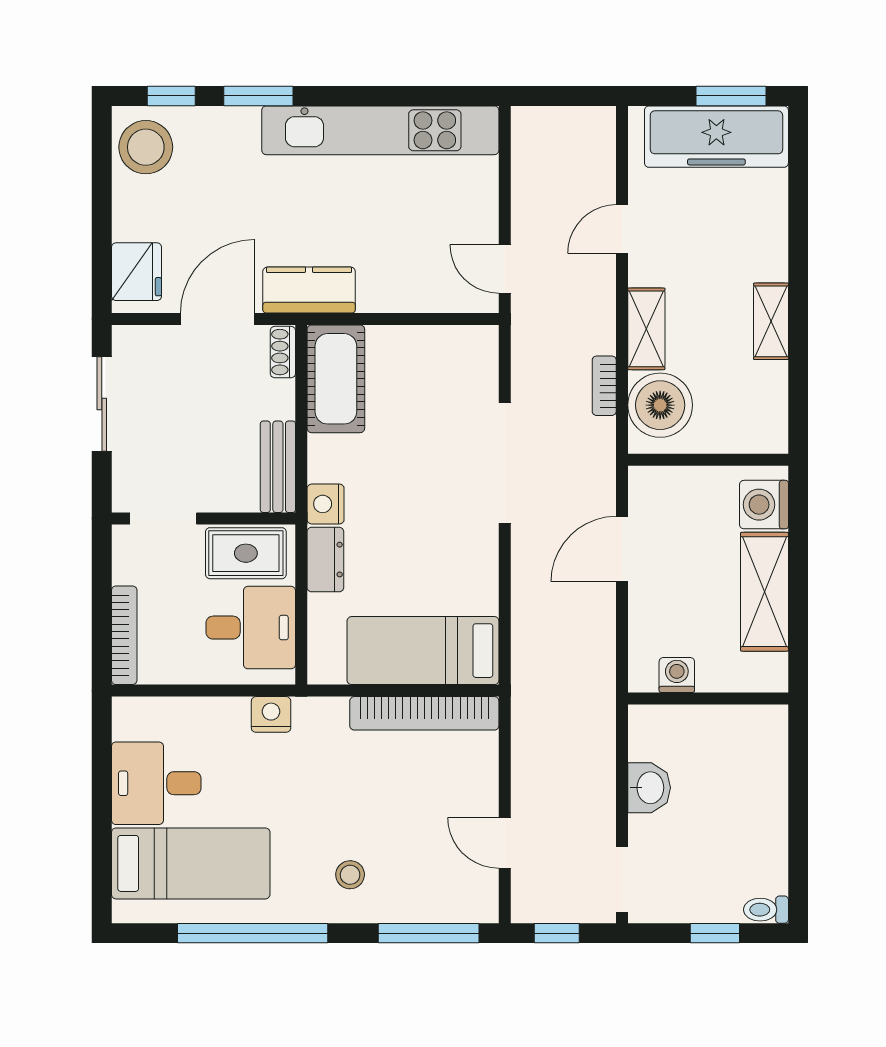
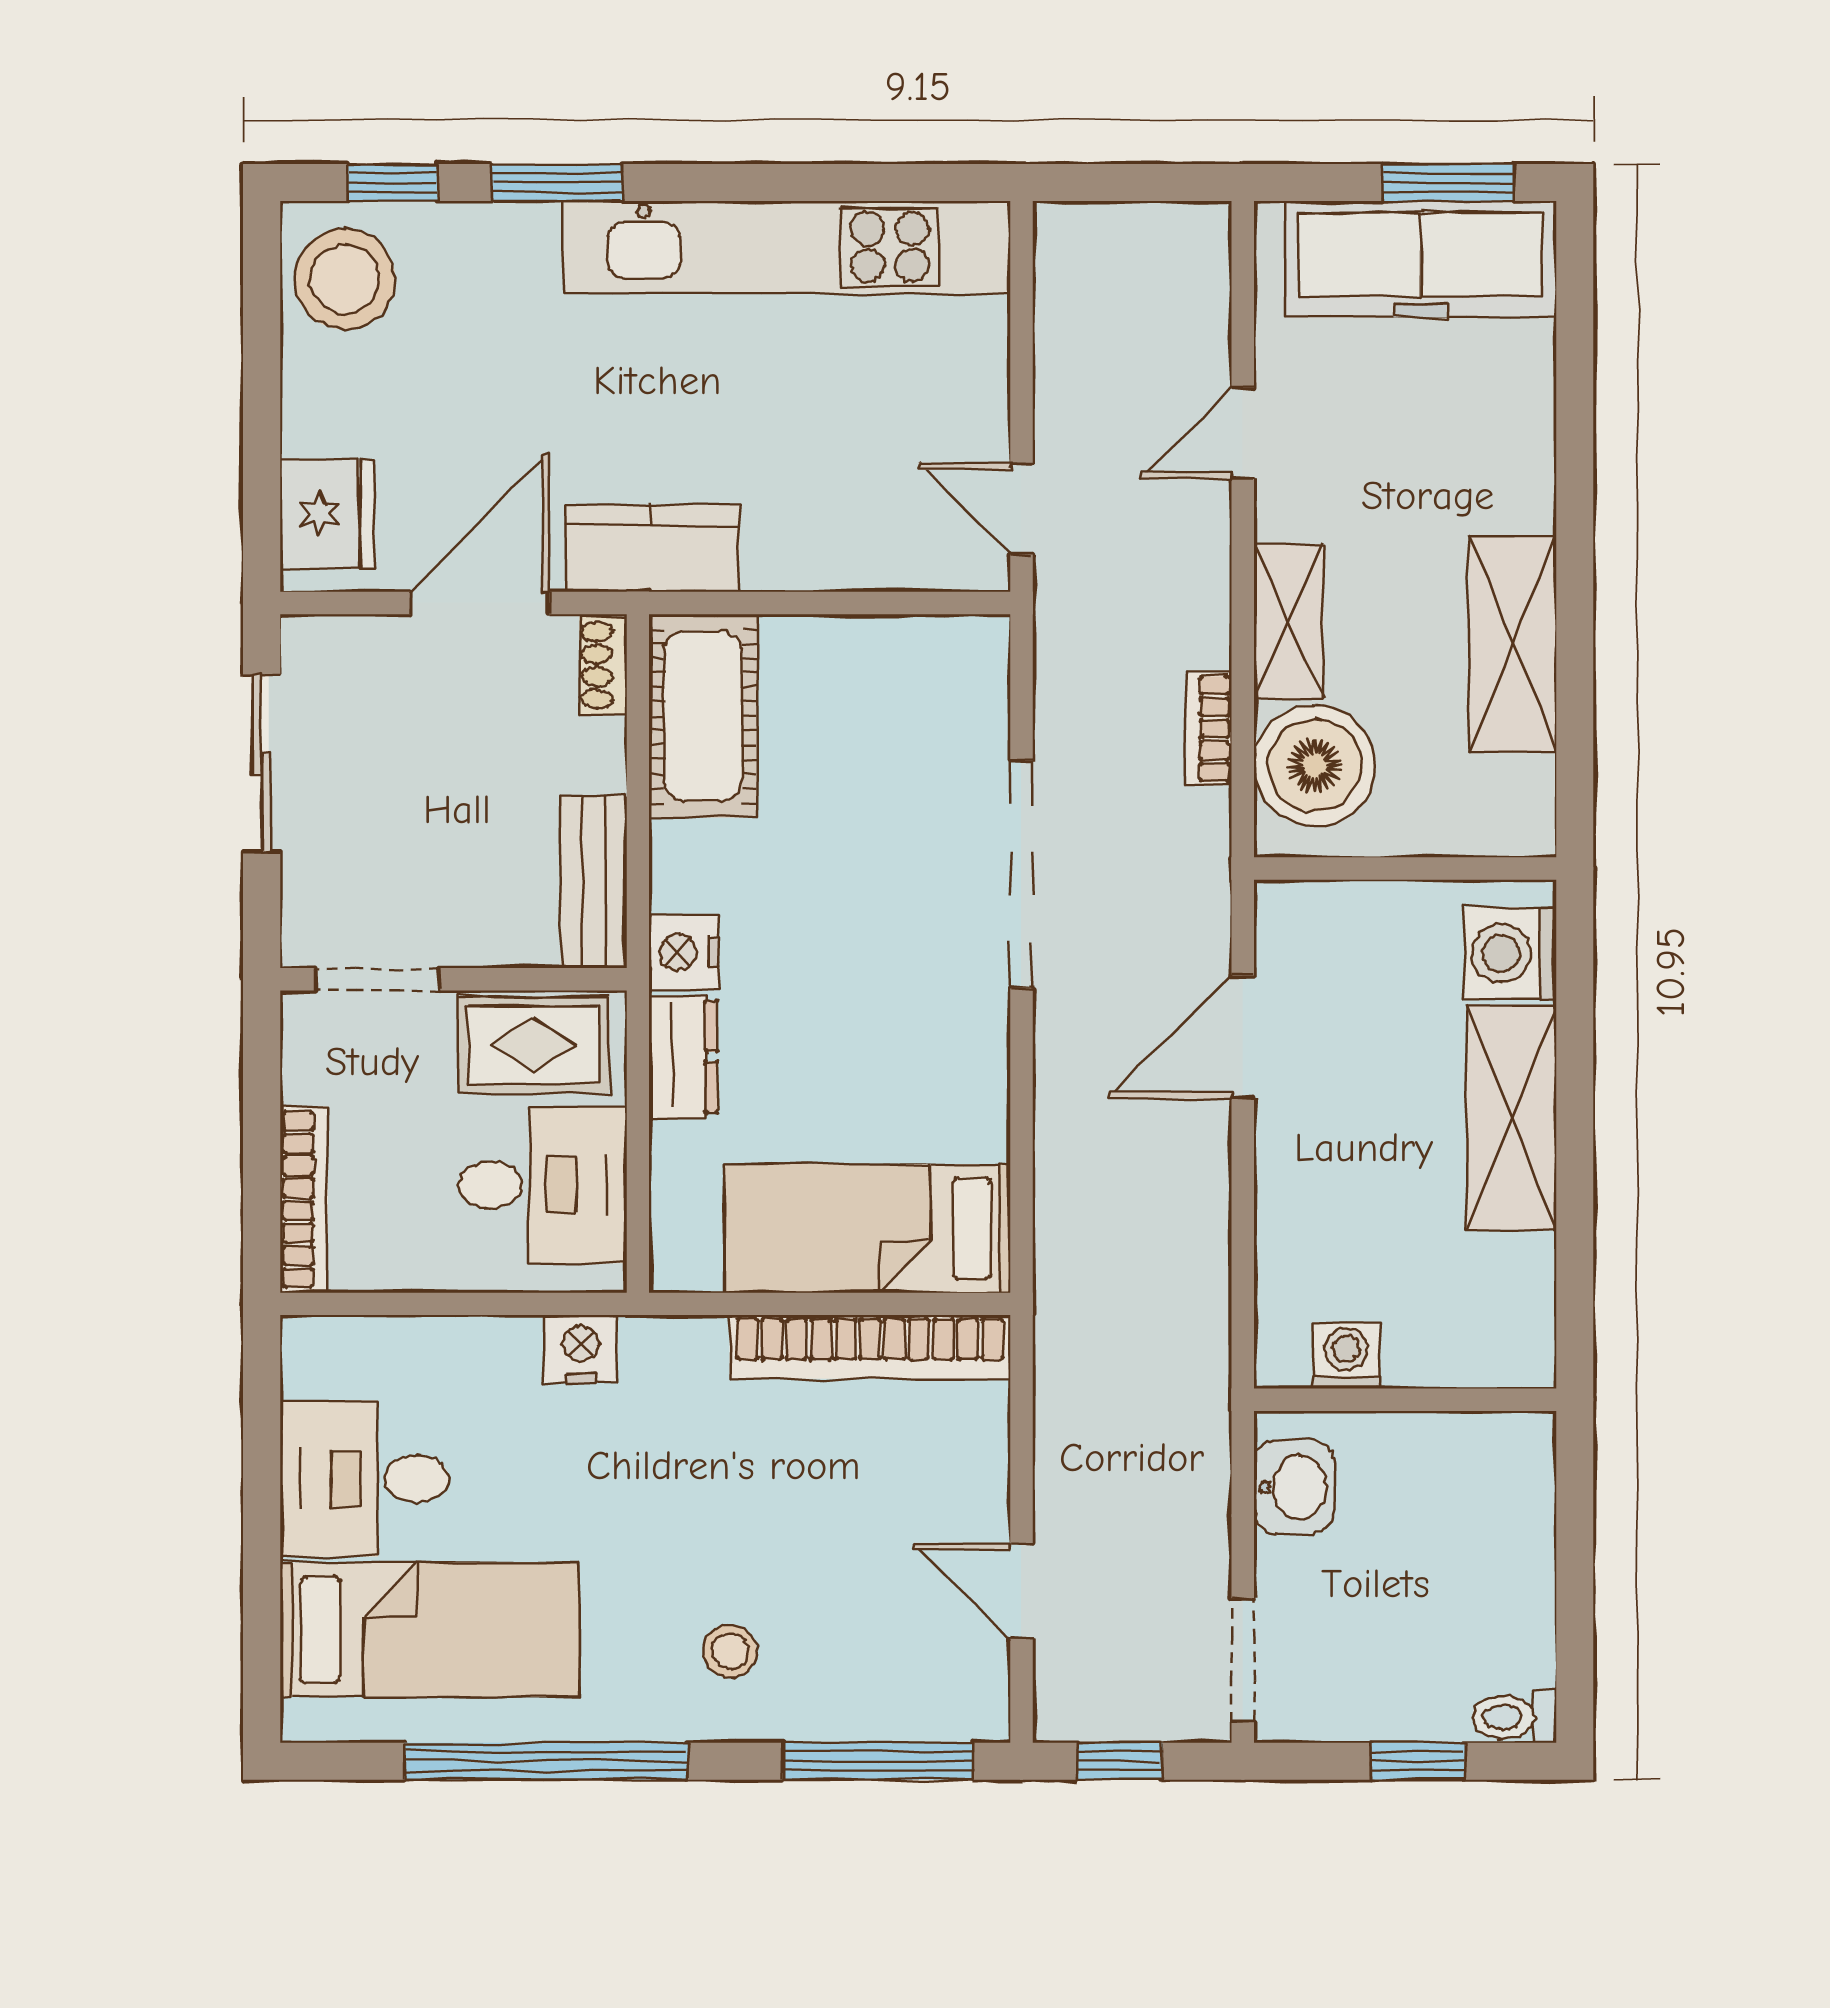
shelving: (771, 321) -> (1513, 644), width x1.50, depth x1.33
washing machine: (677, 675) -> (1346, 1355), moved
wall: (708, 698) -> (1405, 1400), moved

